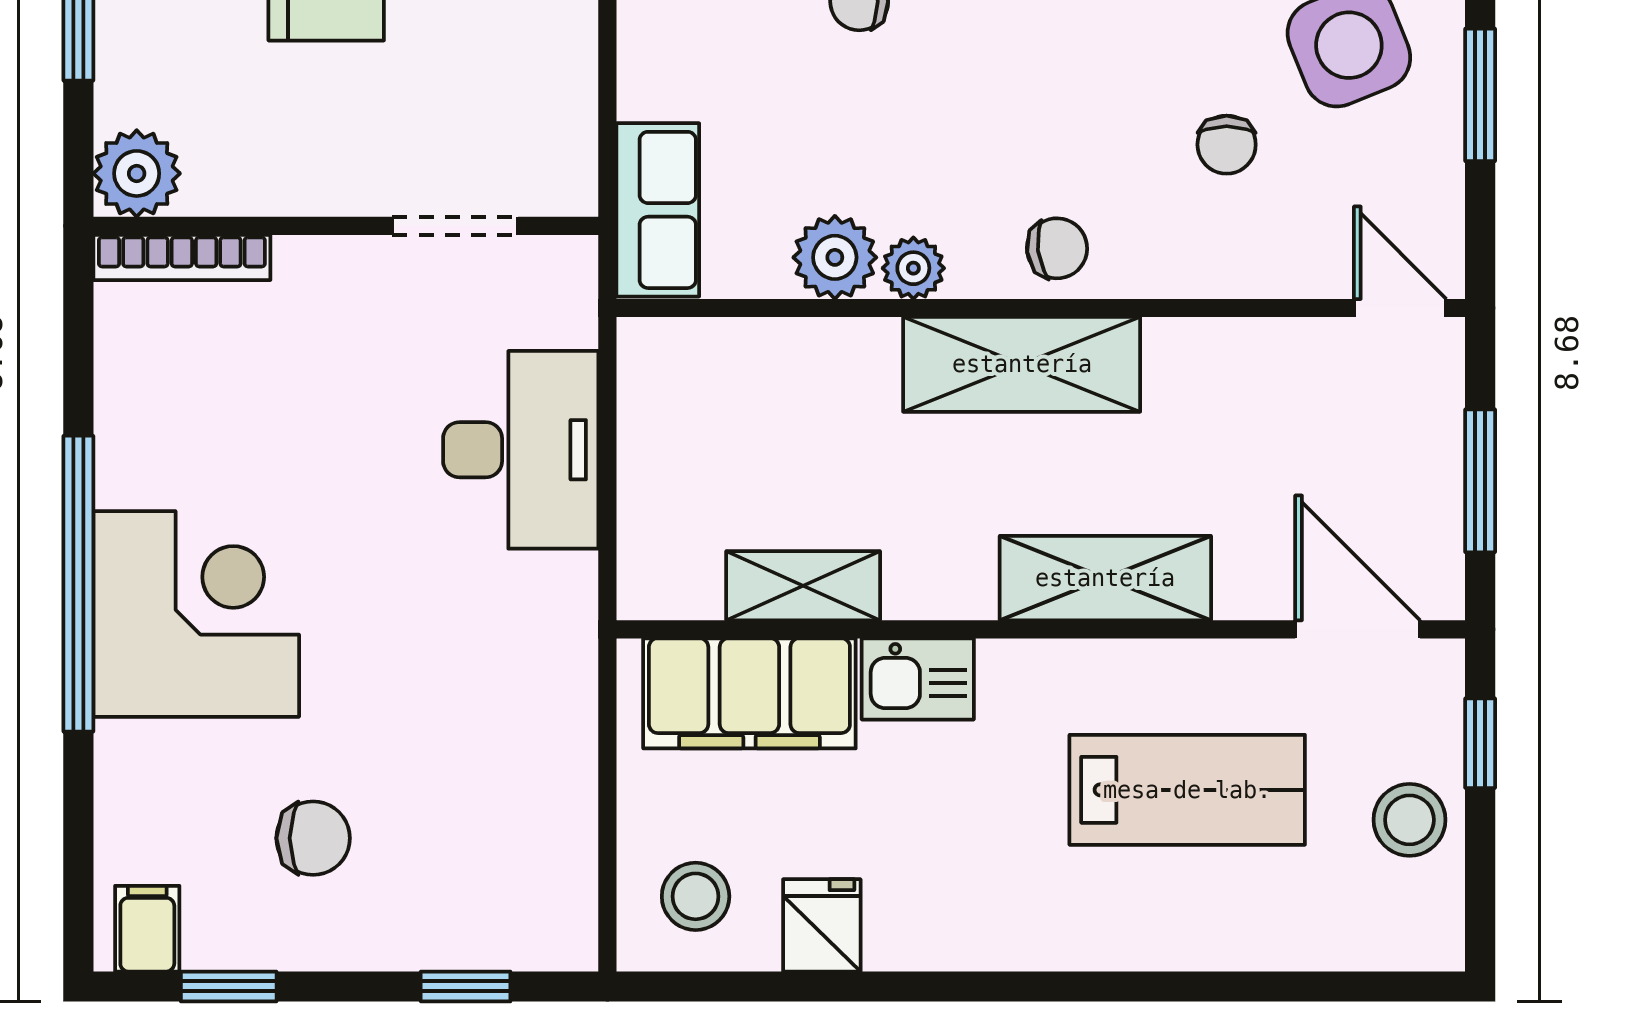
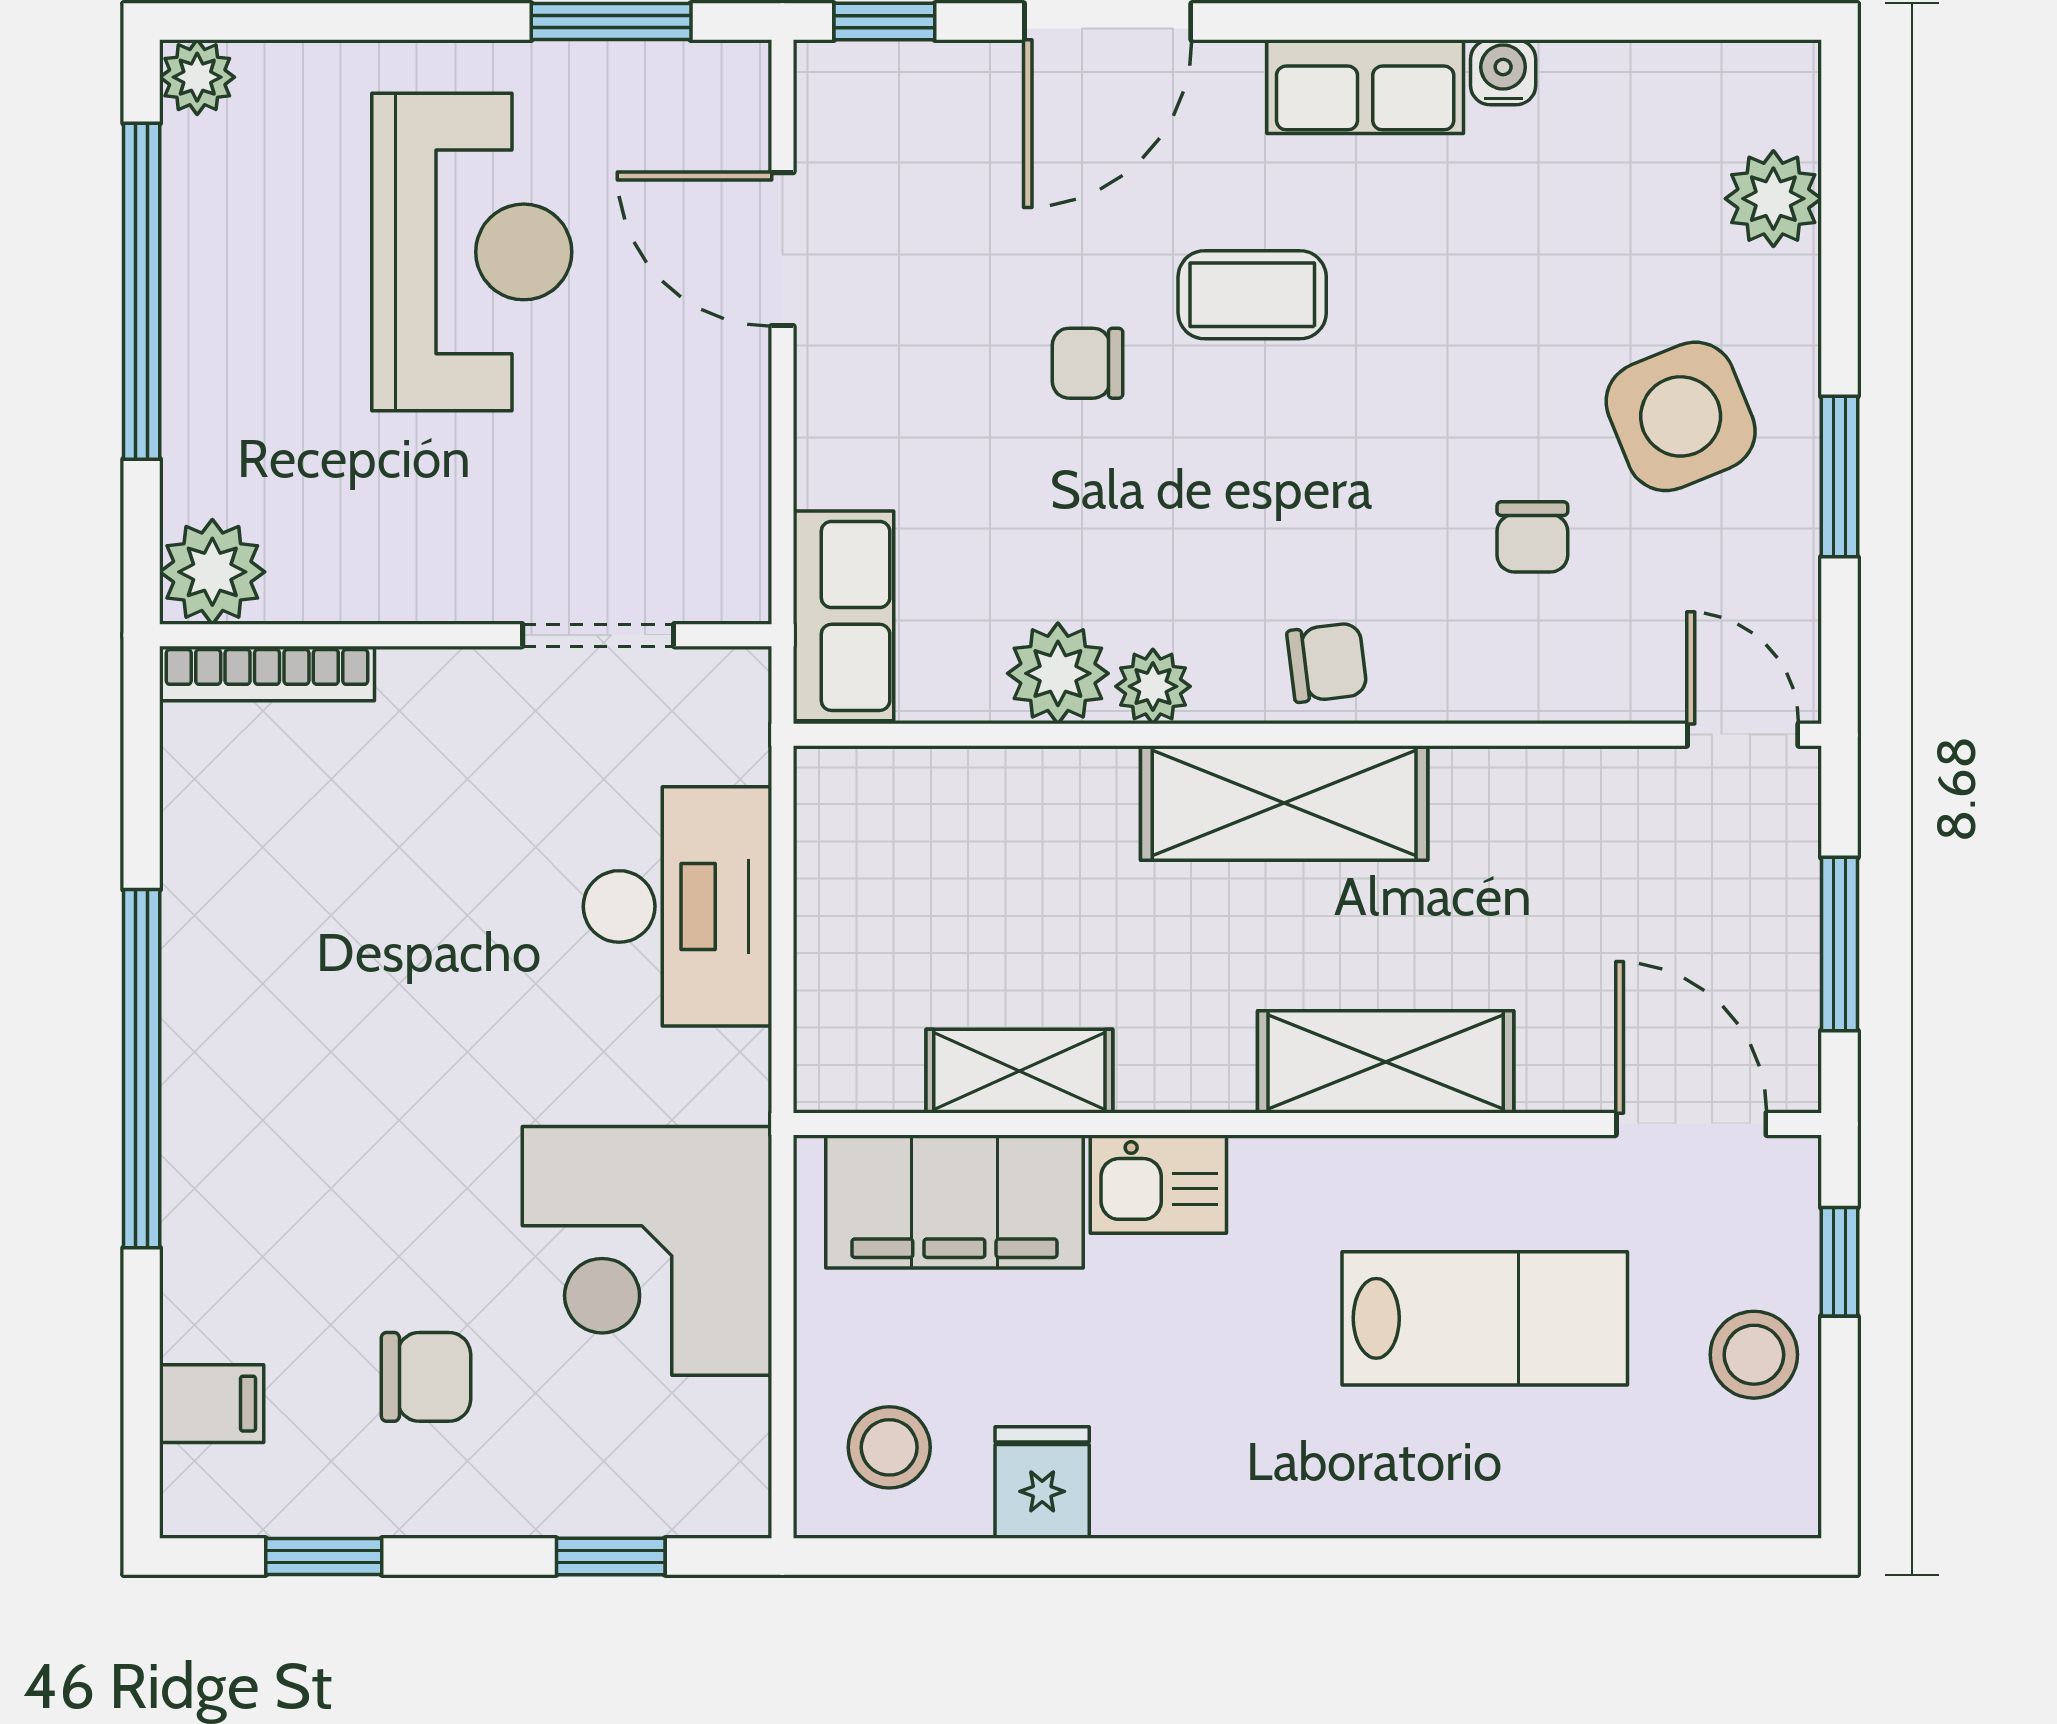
corner desk: (196, 614) -> (647, 1251), moved, turned 180
filing cabinet: (147, 929) -> (212, 1404), moved, turned 90

